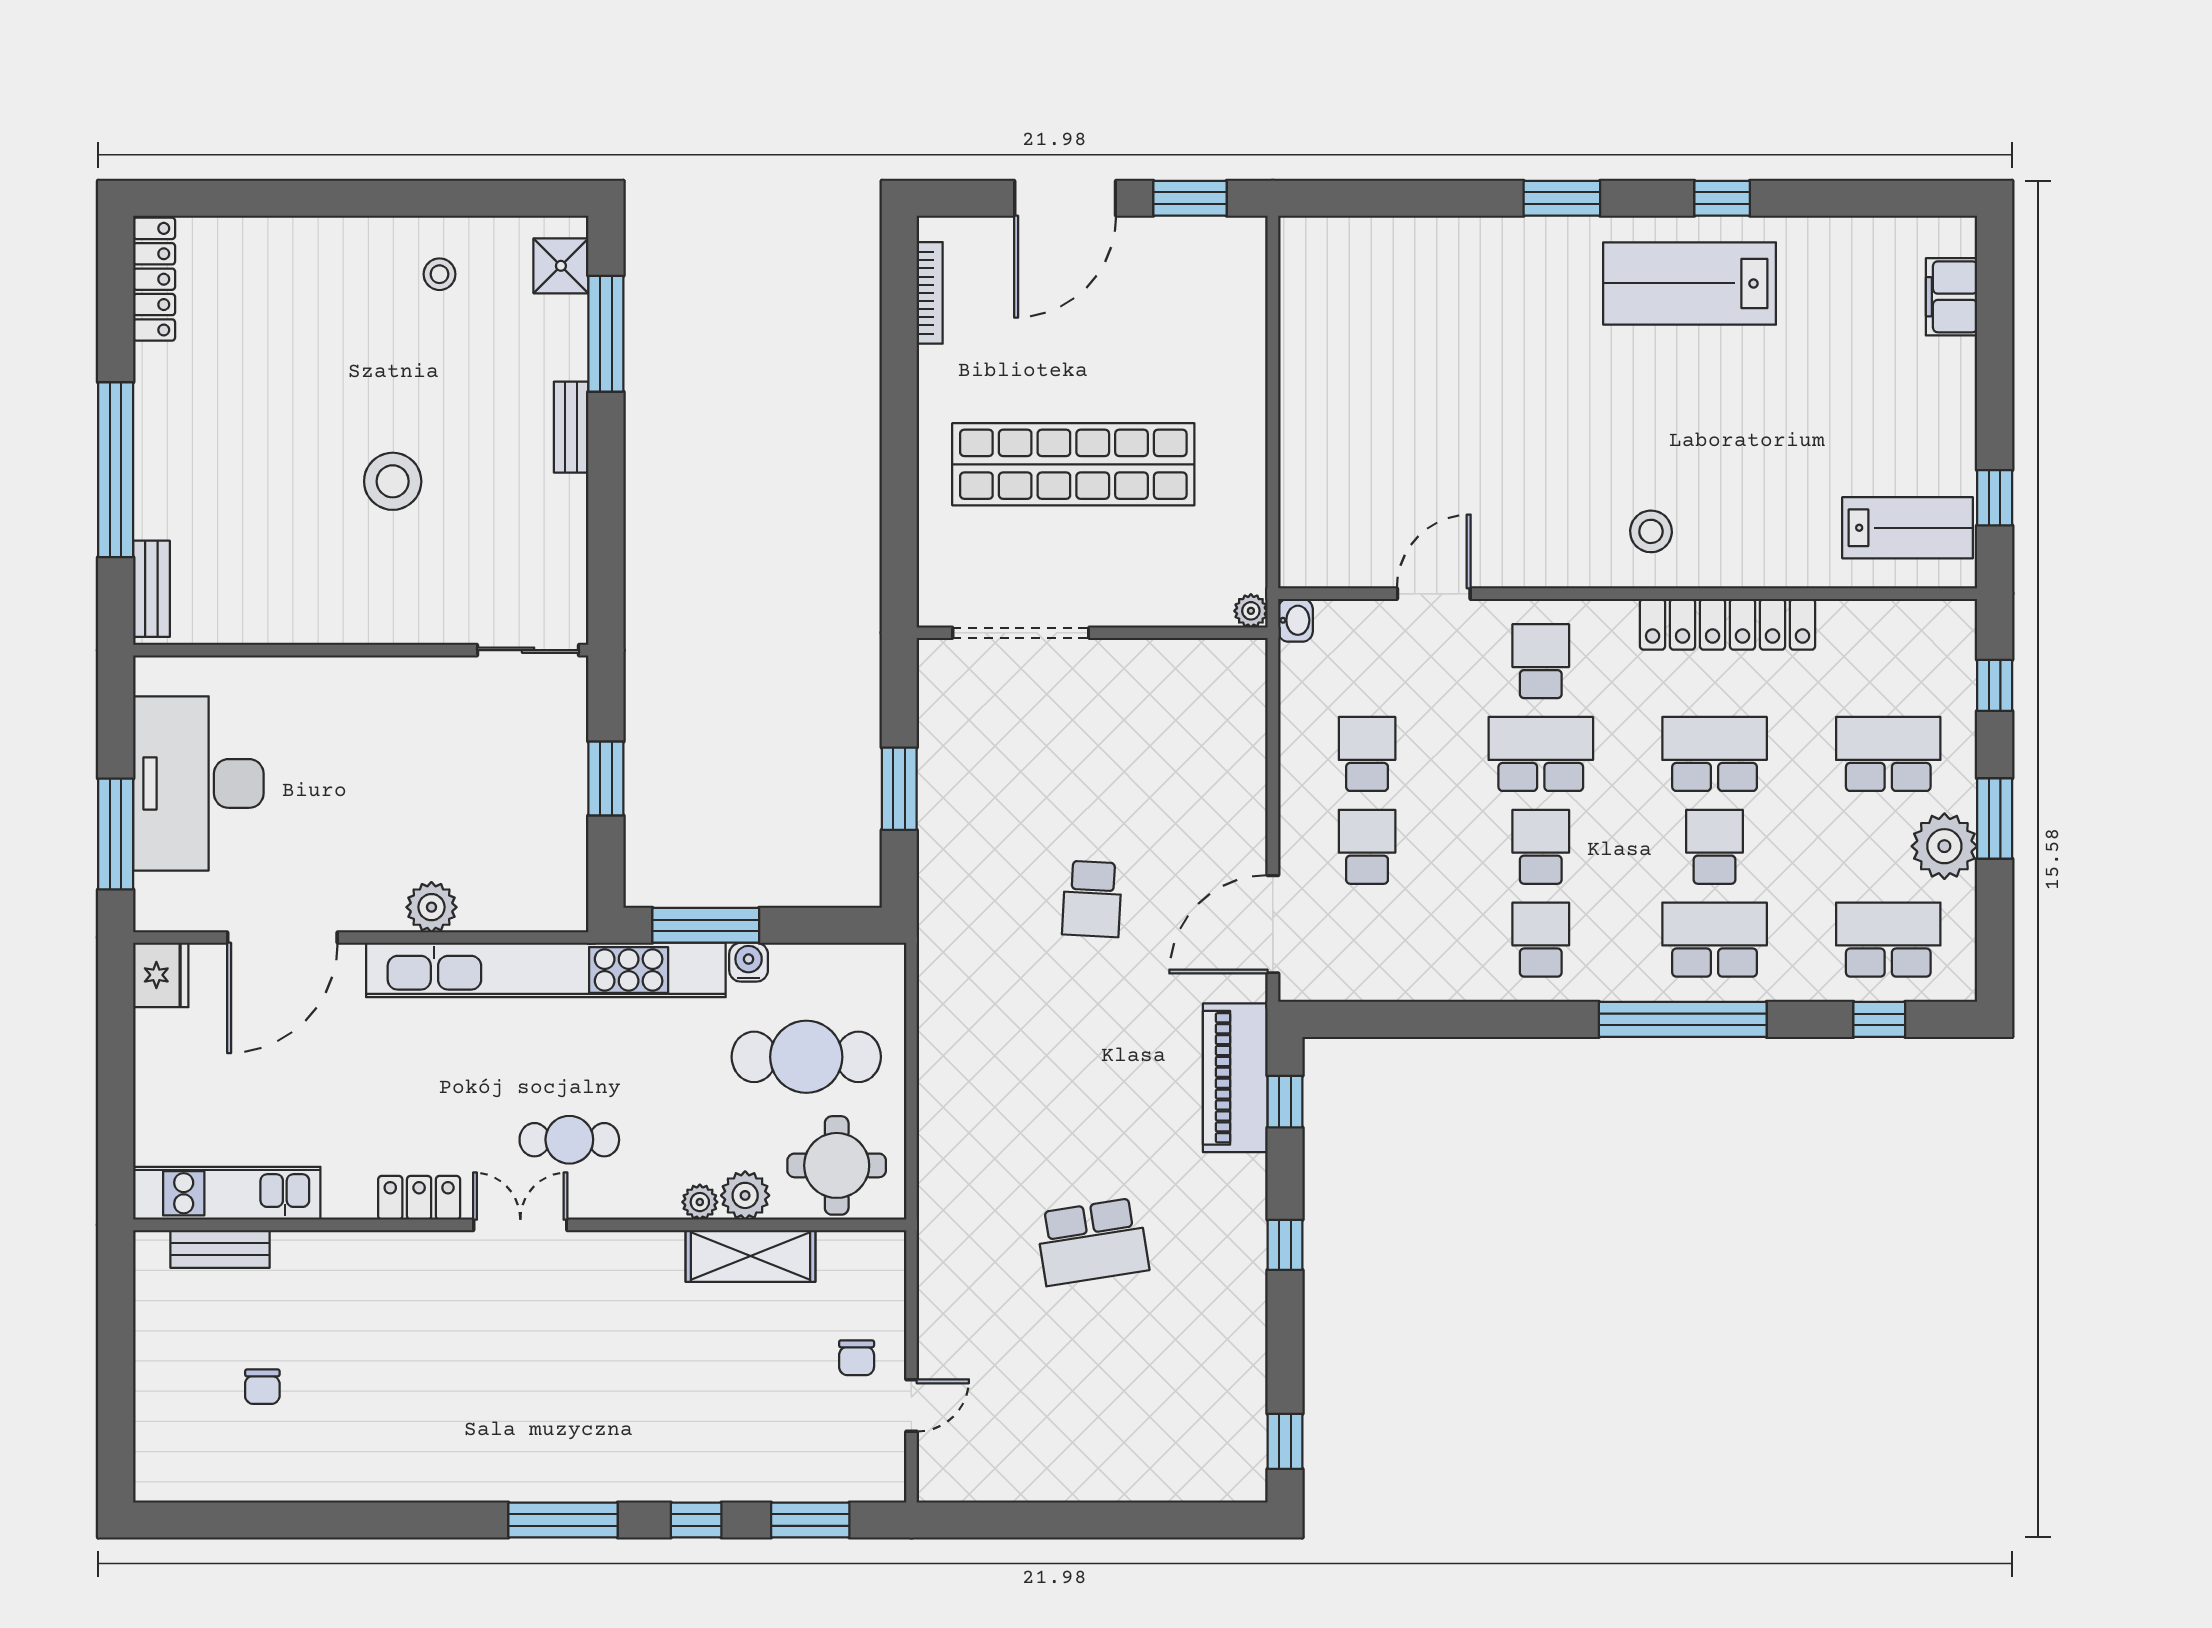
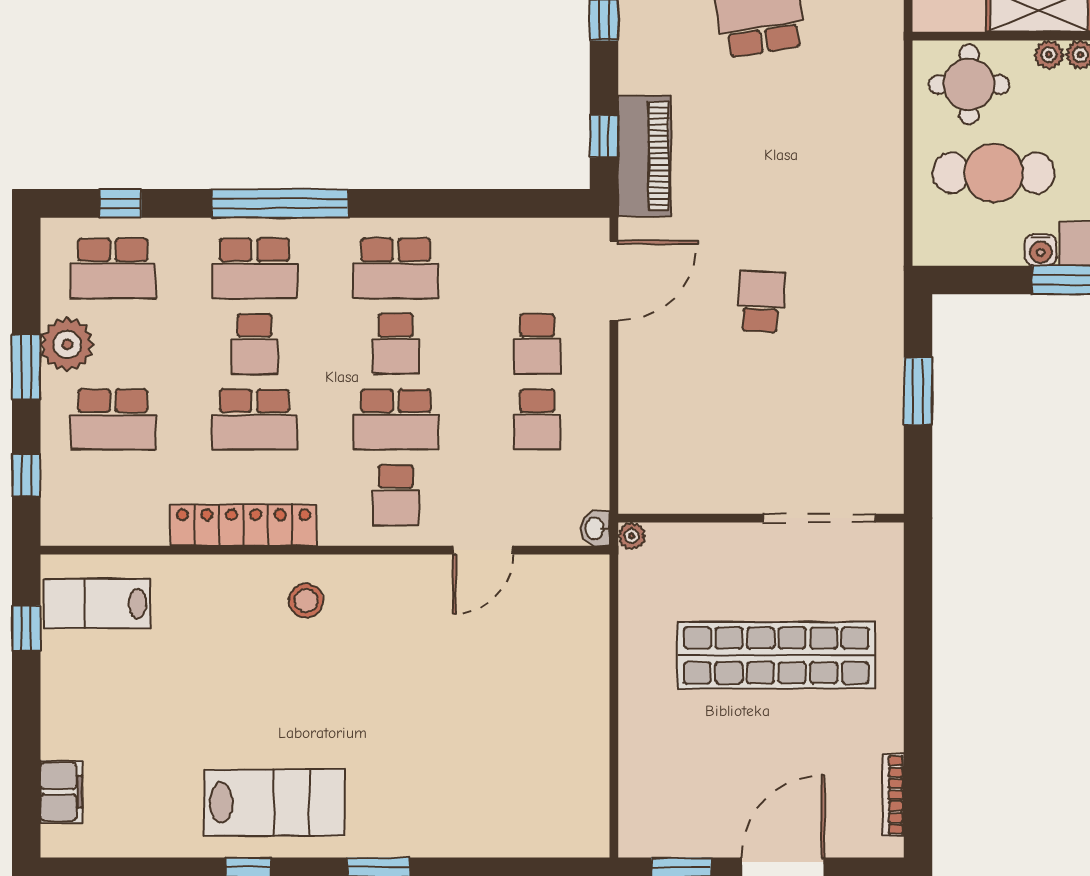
school desk: (1541, 940) -> (396, 268), width x1.85
plant: (745, 1195) -> (1049, 55), width x0.73, depth x0.73

